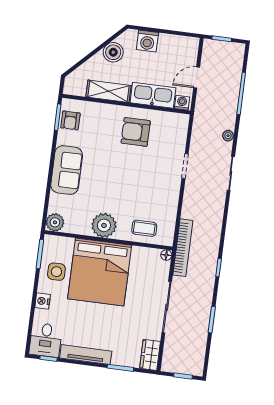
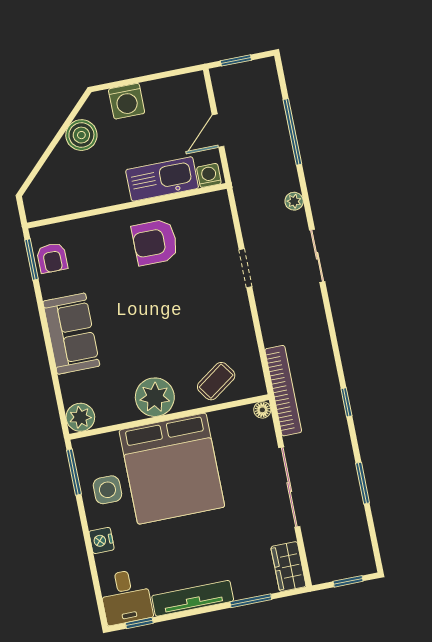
shelving: (108, 91) -> (94, 195), removed
coffee table: (144, 228) -> (216, 381), turned -35

